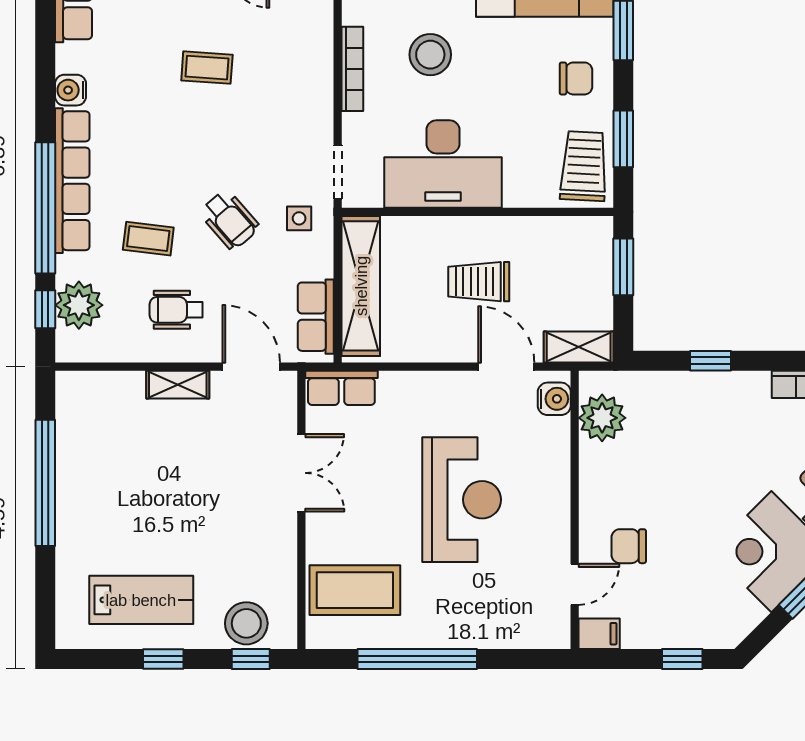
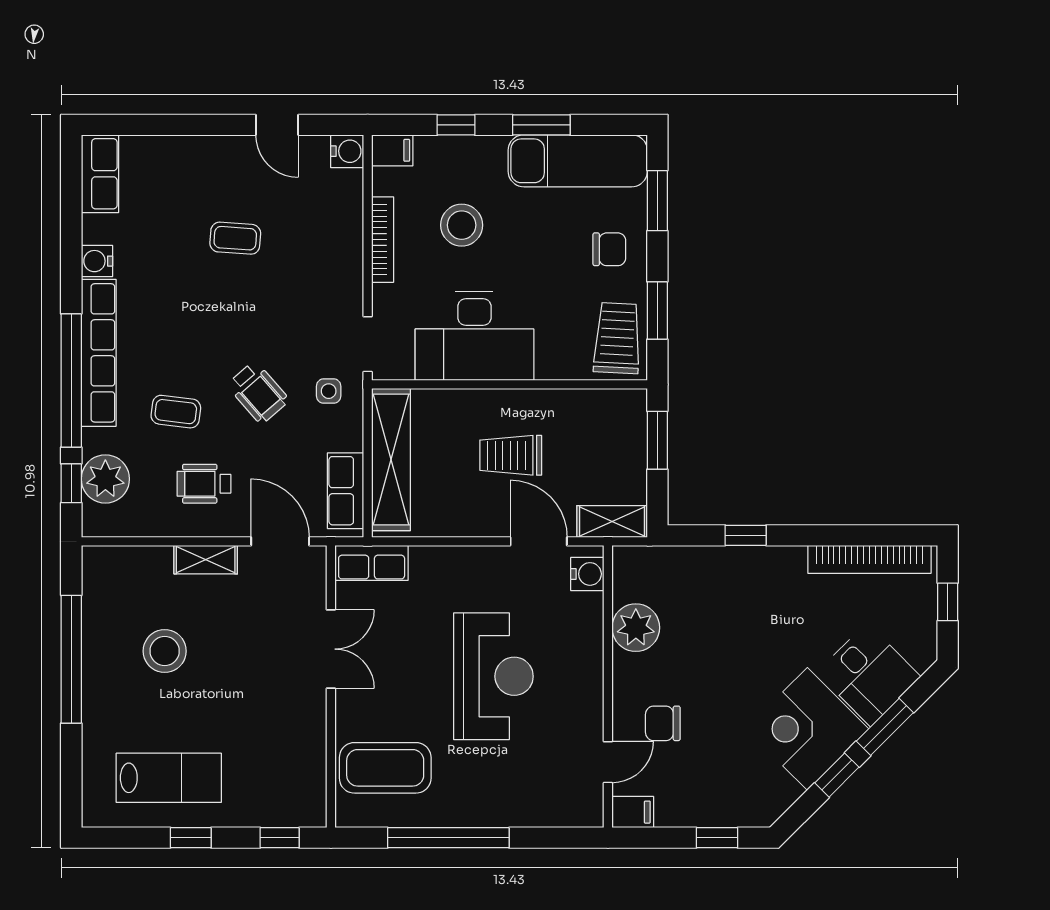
plant: (602, 418) -> (636, 628), moved
stool: (246, 623) -> (165, 651), moved

